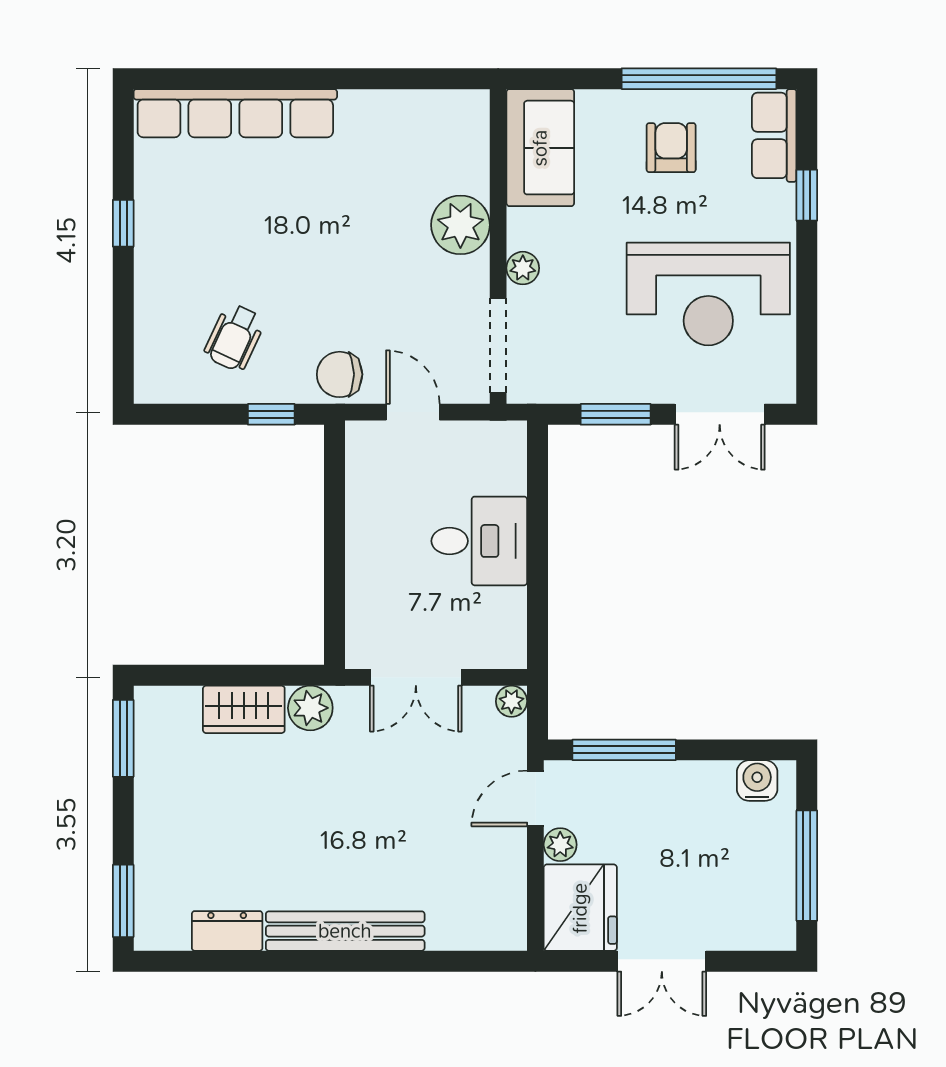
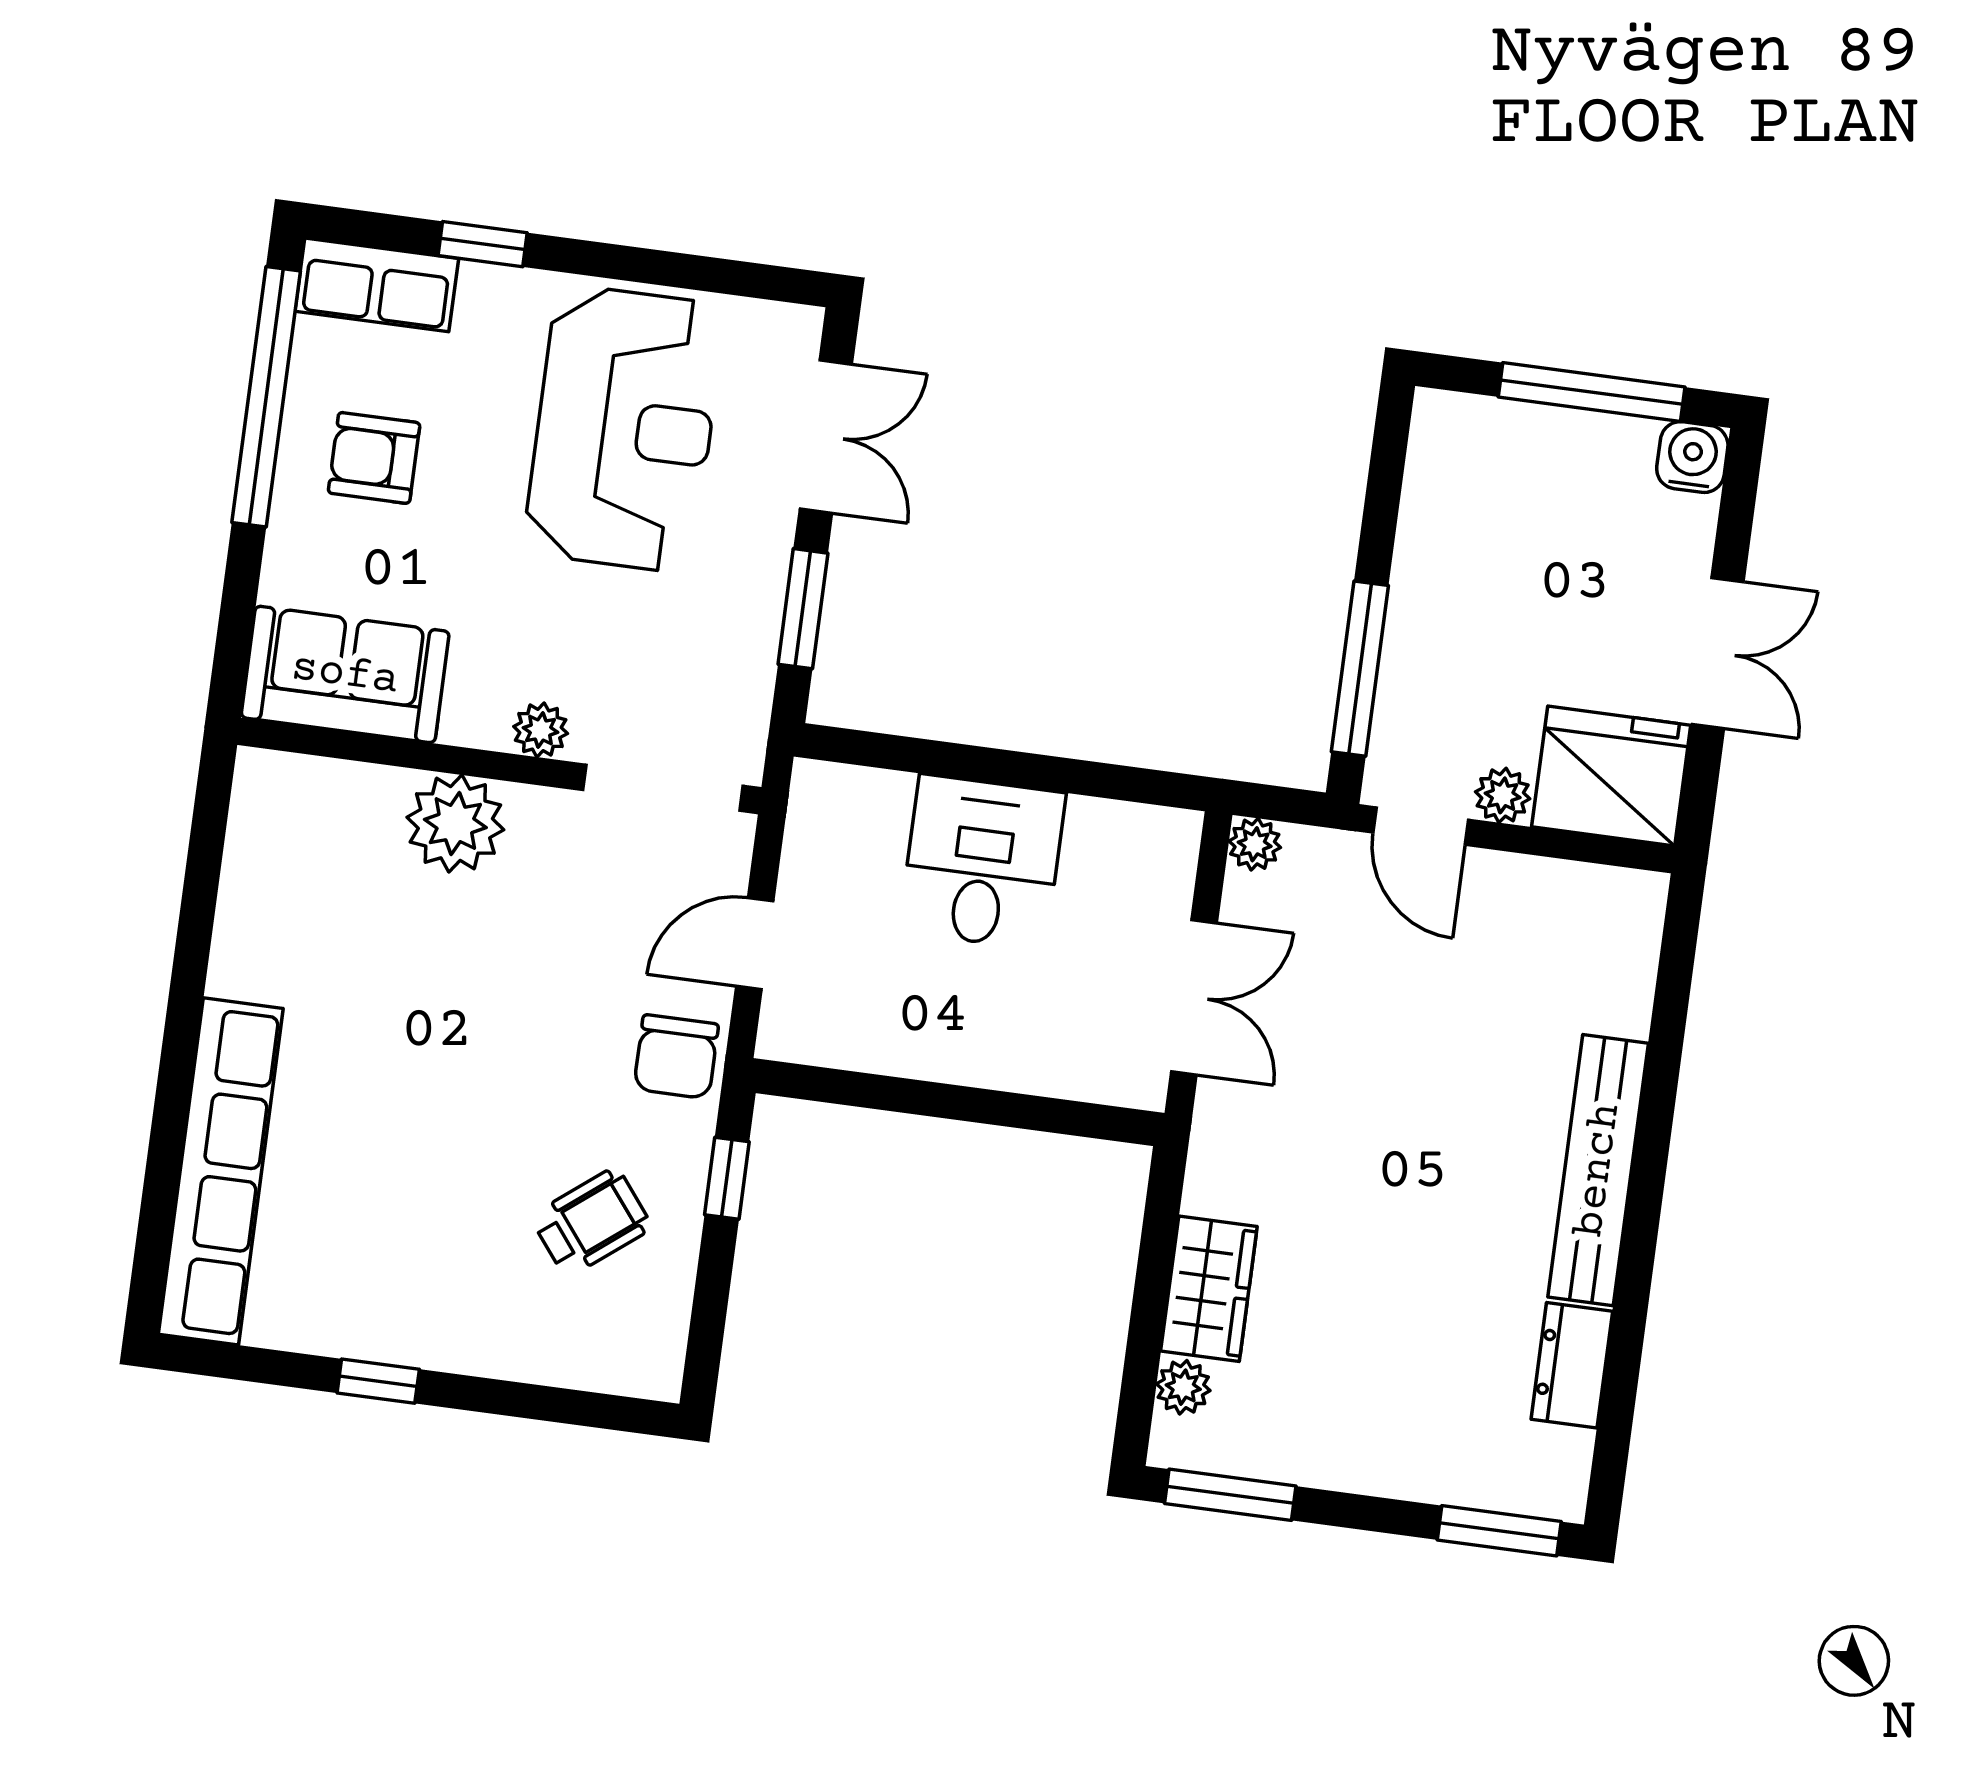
wheelchair: (234, 337) -> (591, 1222), turned -63
plant: (310, 708) -> (1183, 1387), moved, width x0.73, depth x0.73
water cooler: (757, 781) -> (1692, 457), moved, turned 90

